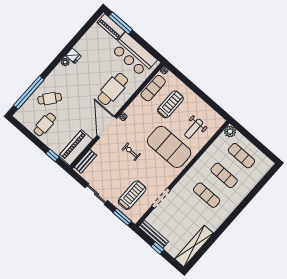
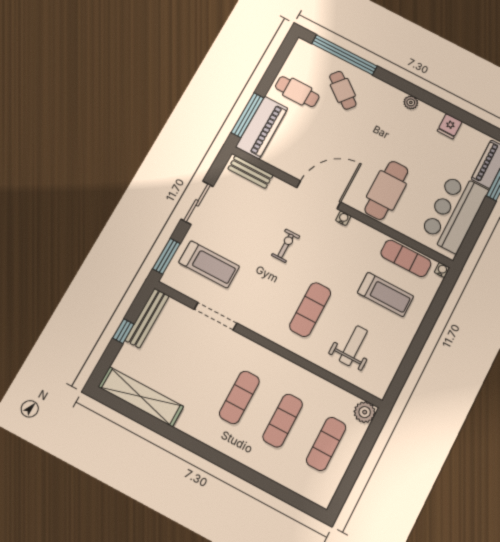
fridge: (73, 56) -> (450, 126), moved
cafe table: (113, 89) -> (386, 190), turned 90
weight bench: (194, 129) -> (353, 346), turned 90
exercise mat: (169, 147) -> (310, 310), width x0.50, depth x0.69
piano: (76, 148) -> (262, 128), moved, turned 90
window: (52, 155) -> (247, 115), width x2.17

